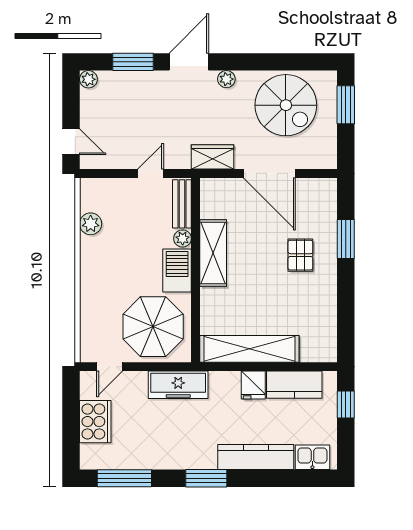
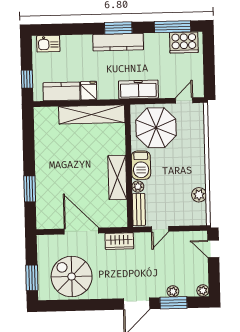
plant: (226, 79) -> (173, 291), moved
pallet: (300, 255) -> (59, 177), removed
cooker: (95, 422) -> (184, 43), moved, turned -90
kitchen counter: (256, 457) -> (118, 42), moved

